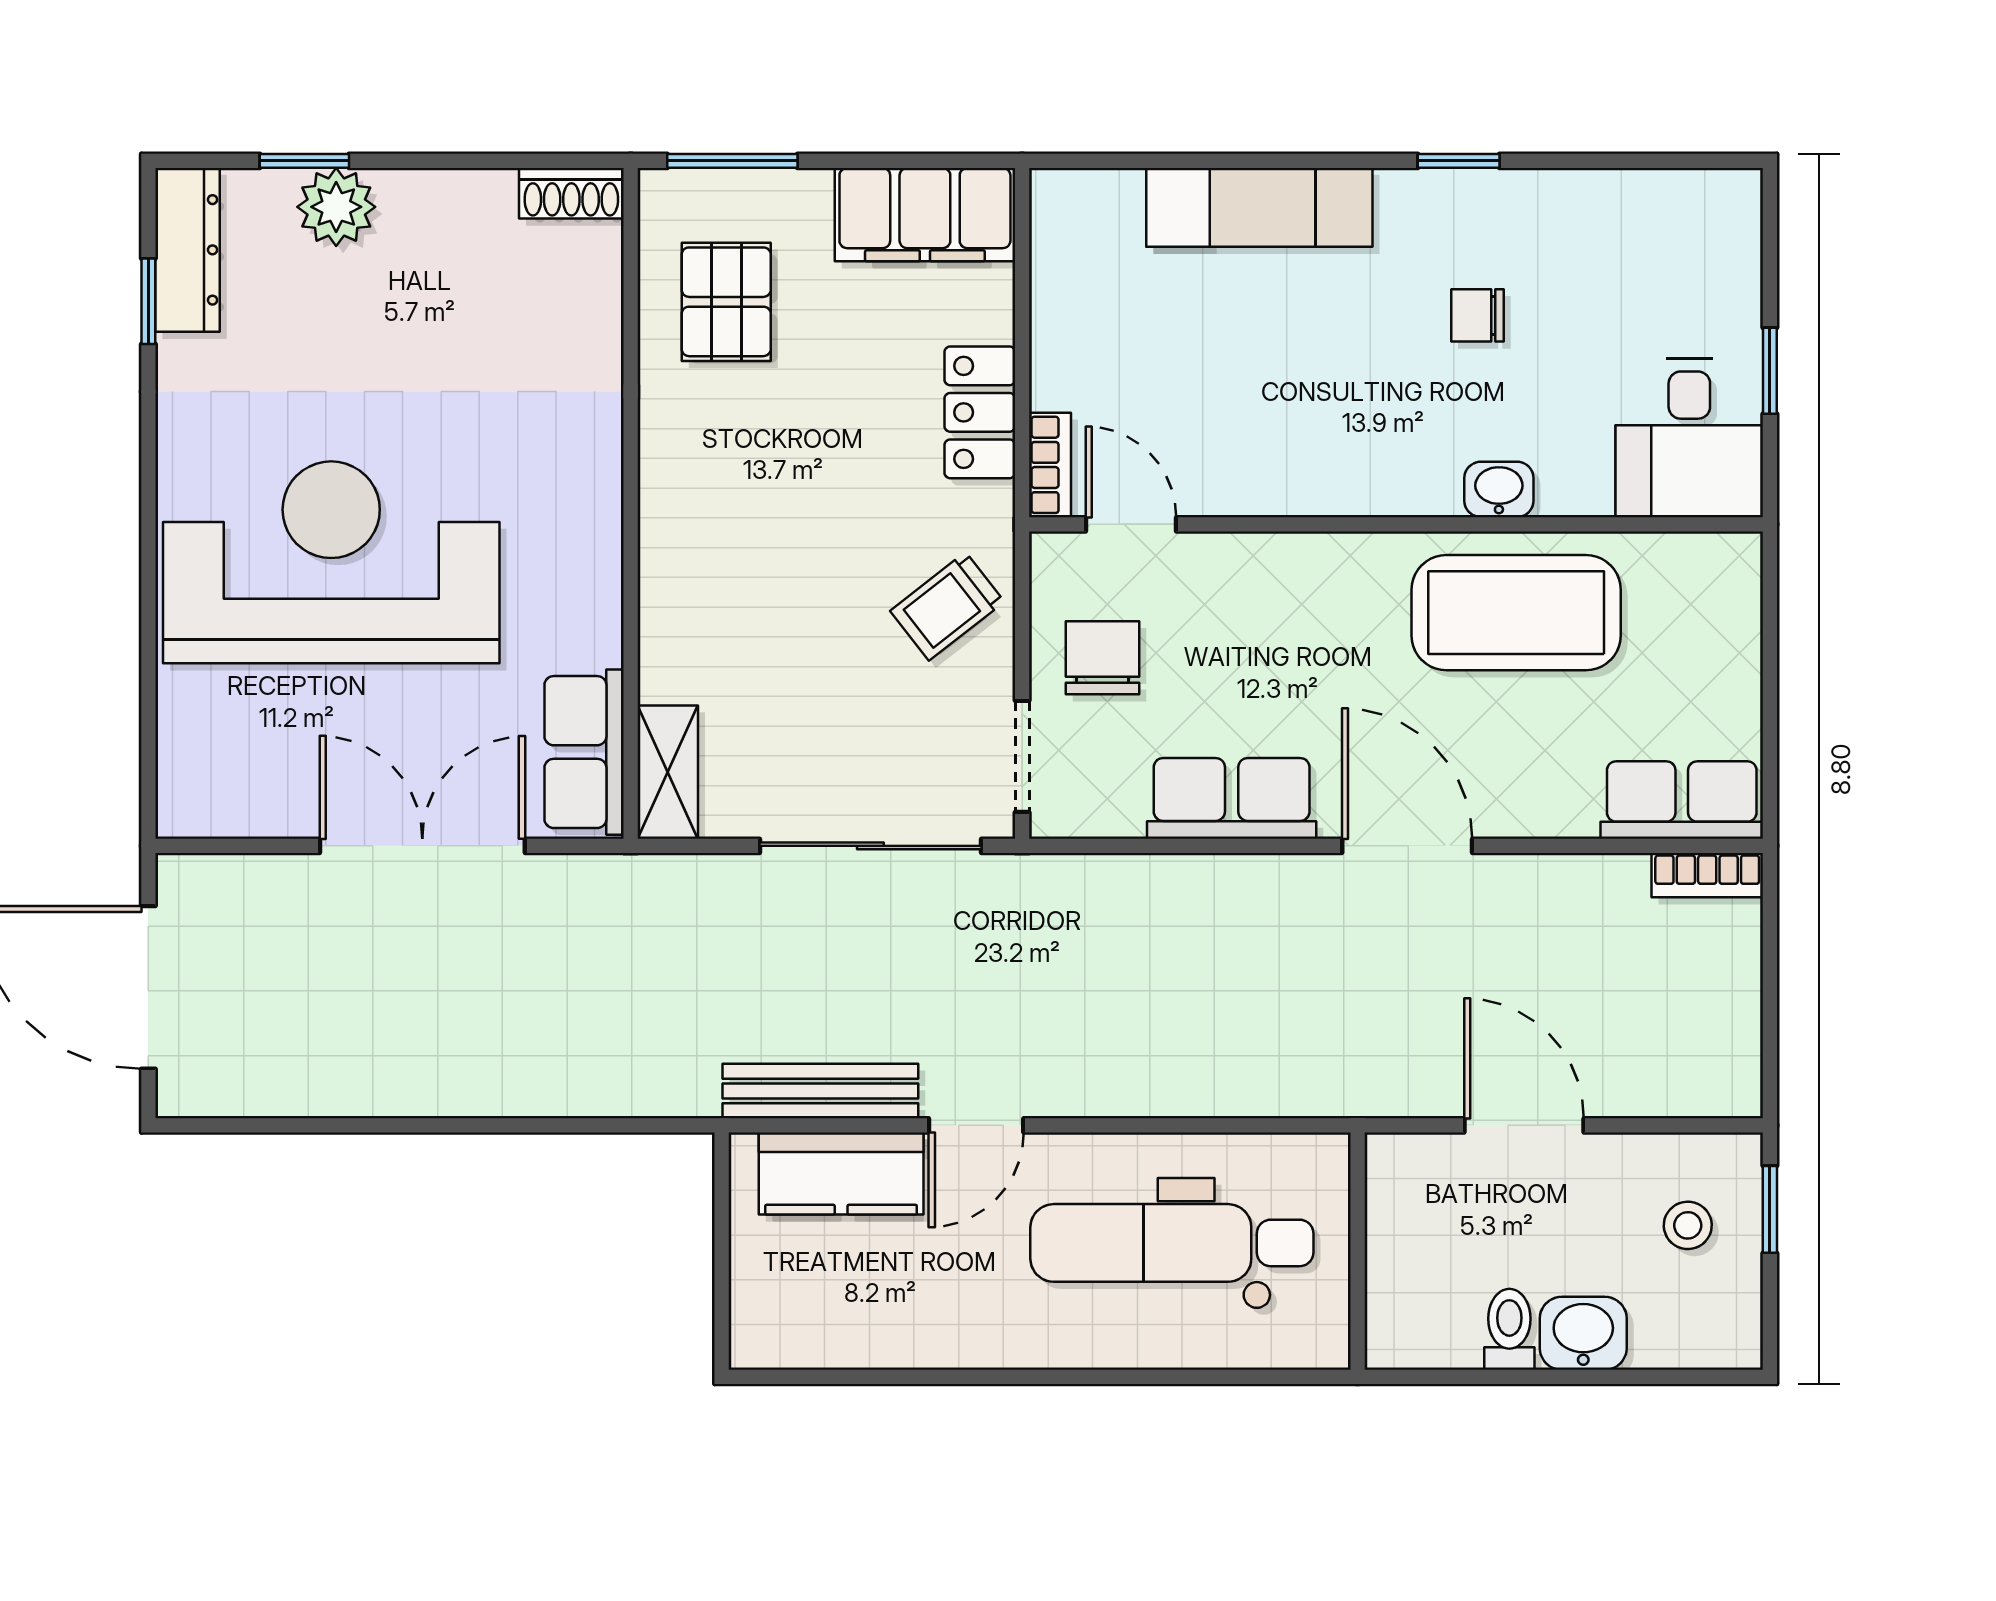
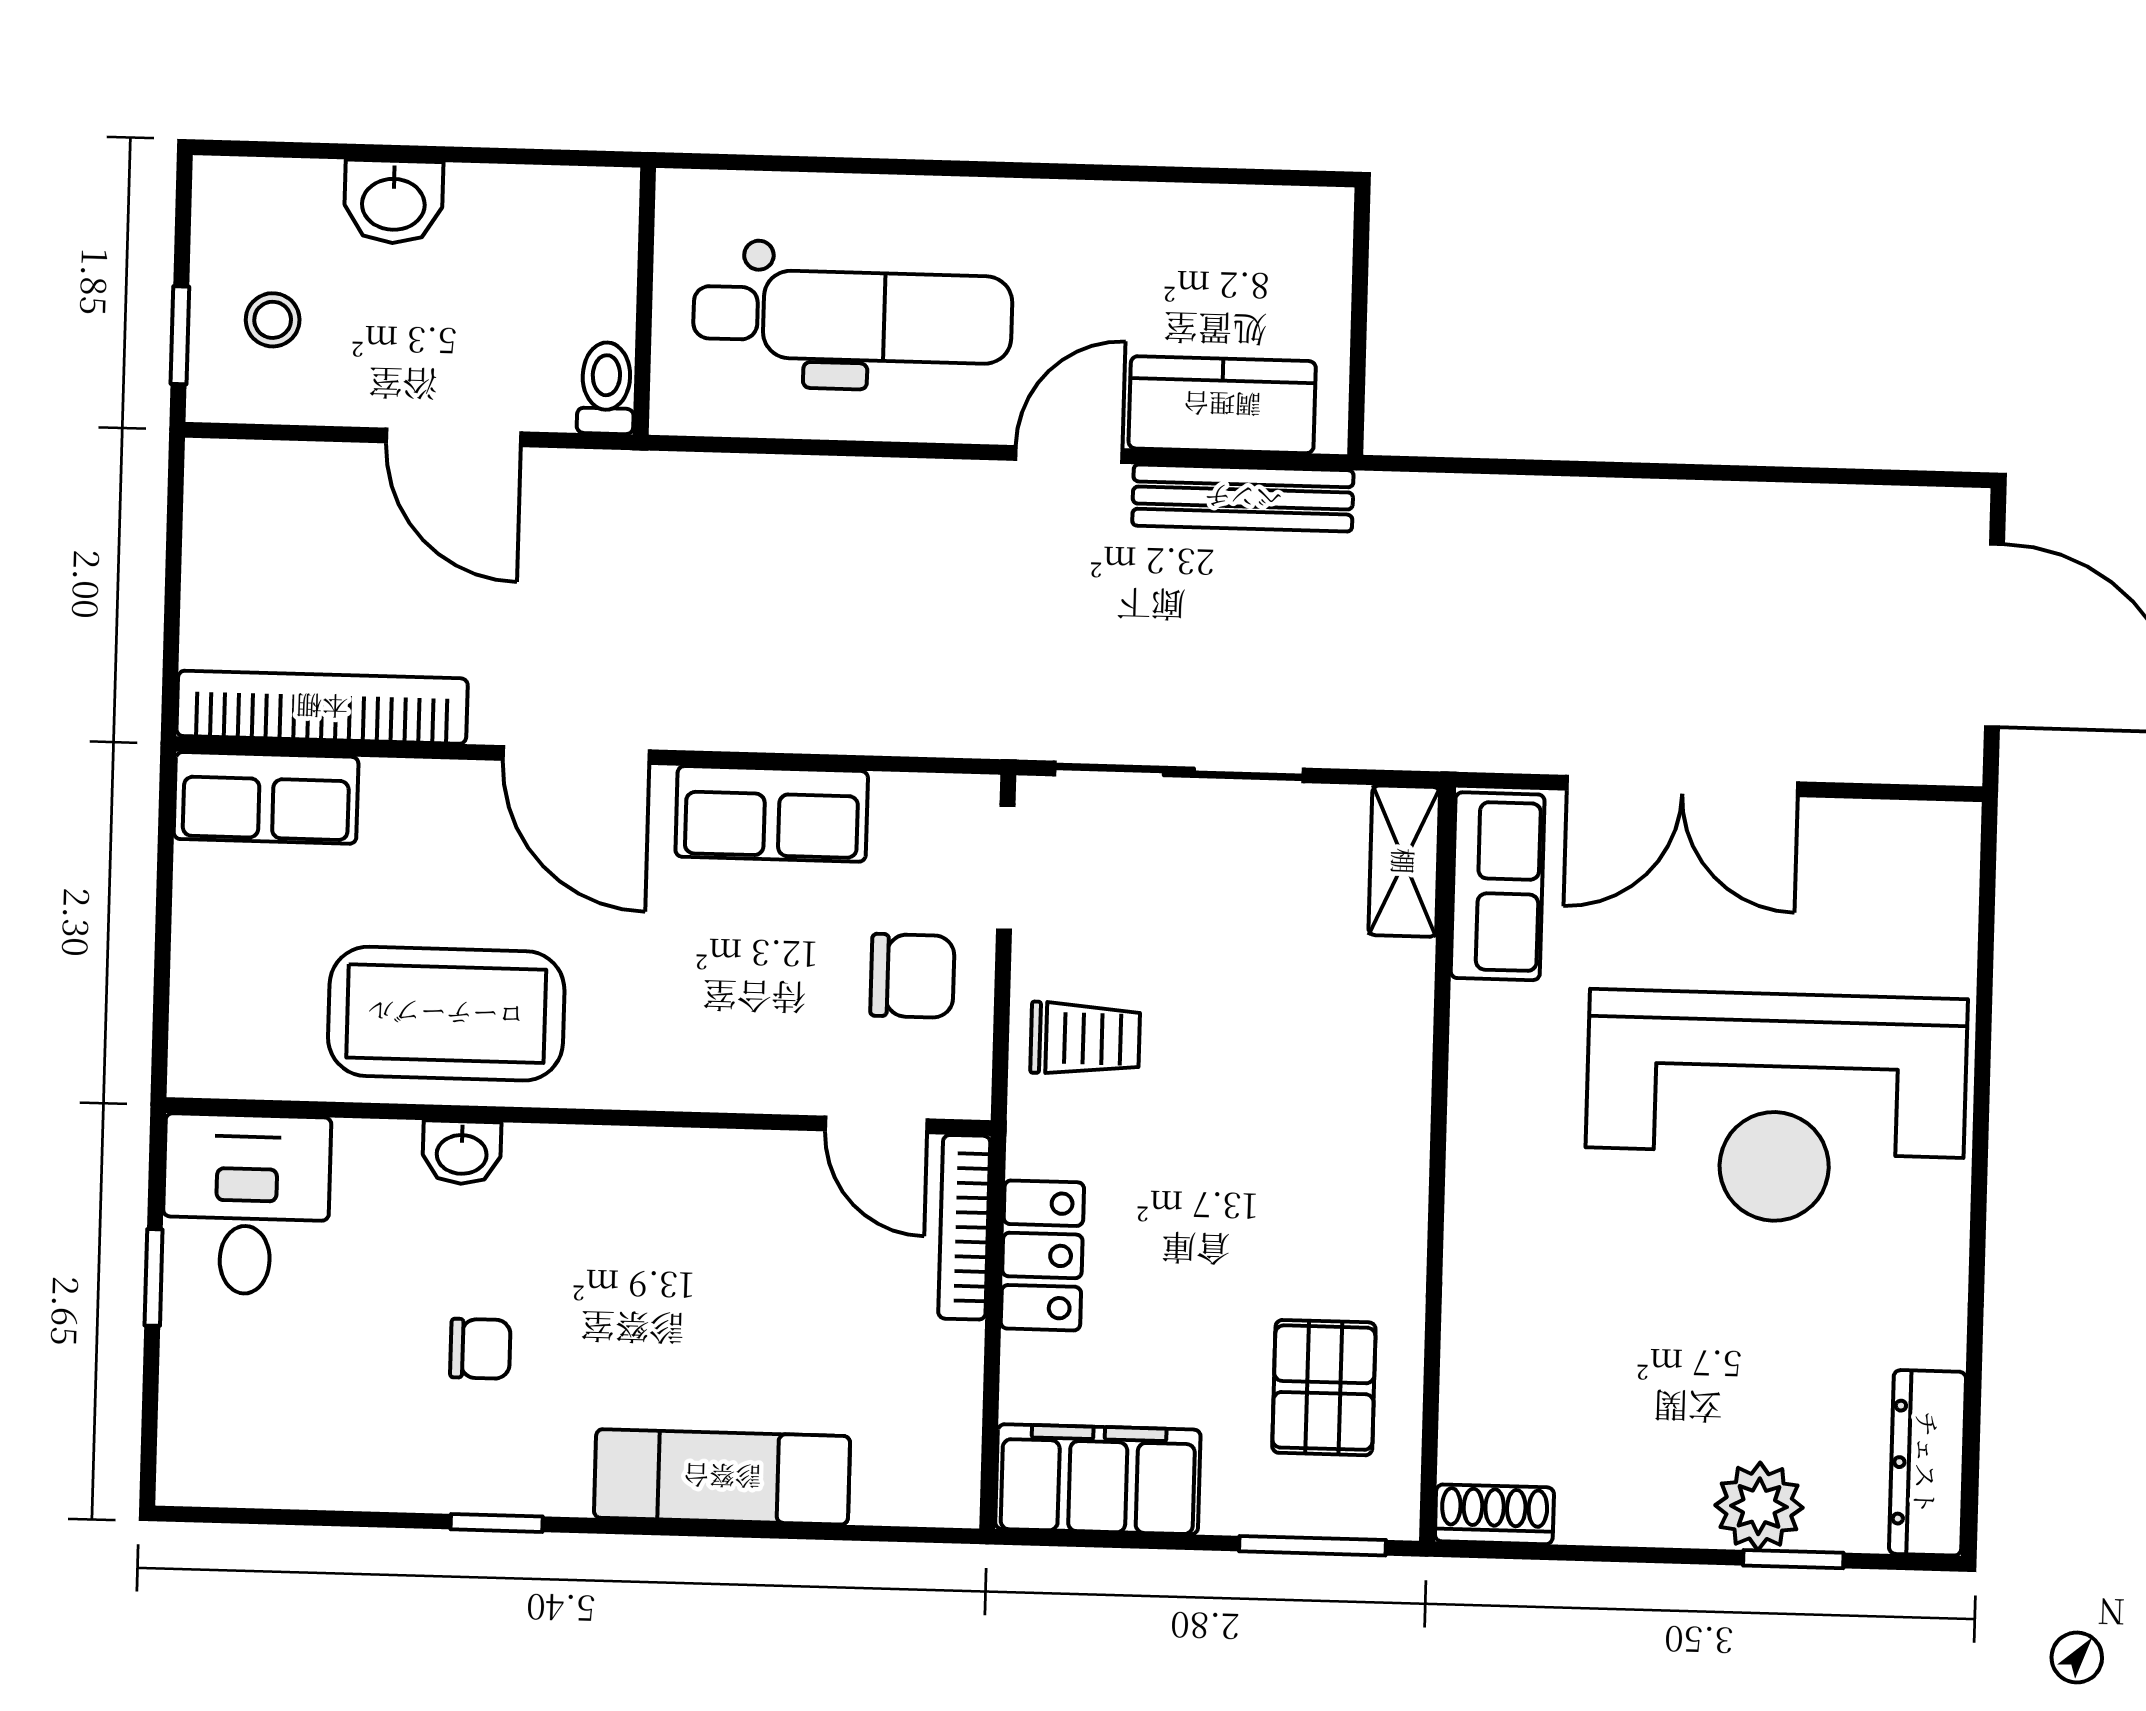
window: (148, 301) -> (1973, 1406), removed
bookcase: (1050, 465) -> (964, 1227), width x1.56
trolley: (947, 606) -> (1085, 1039), turned 38
chair: (1102, 658) -> (912, 976), turned -90
bookcase: (1707, 875) -> (322, 707), width x2.31, depth x1.31
toilet: (1509, 1329) -> (606, 388), moved, turned 180

